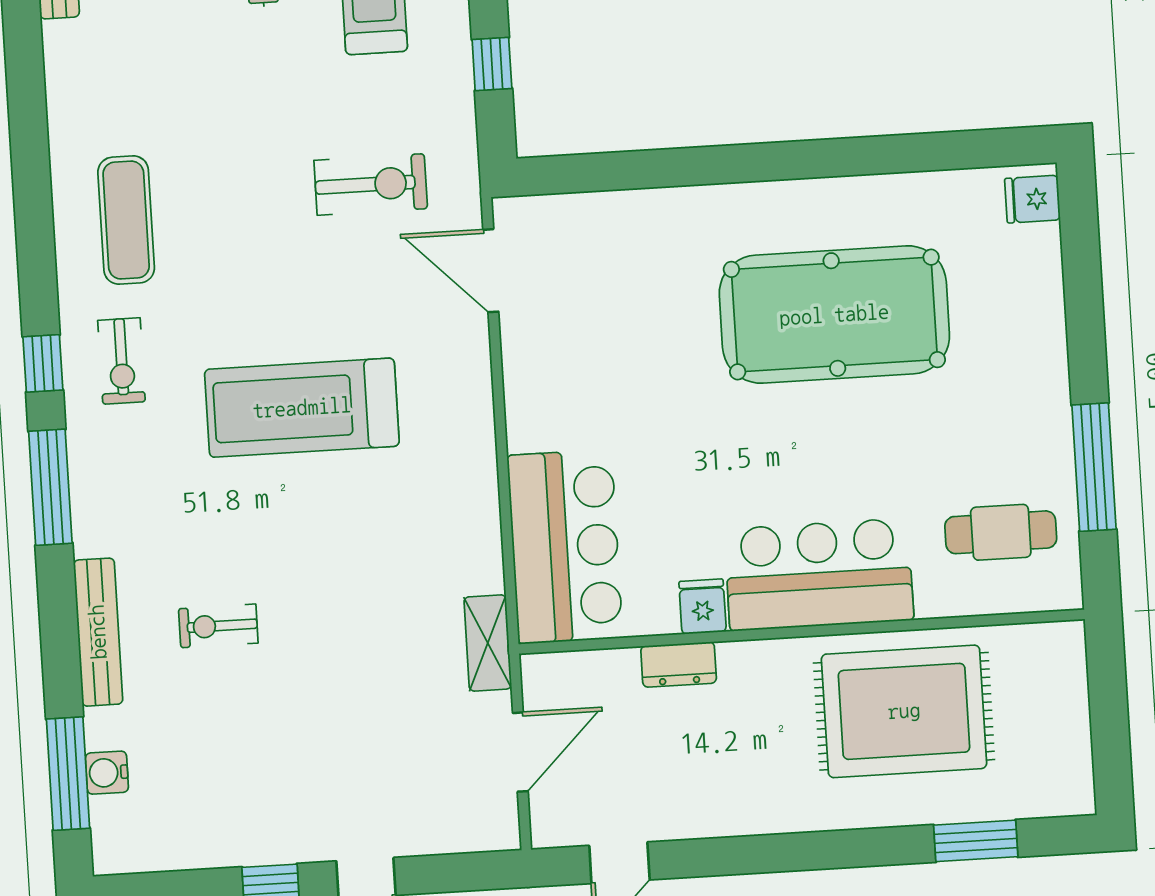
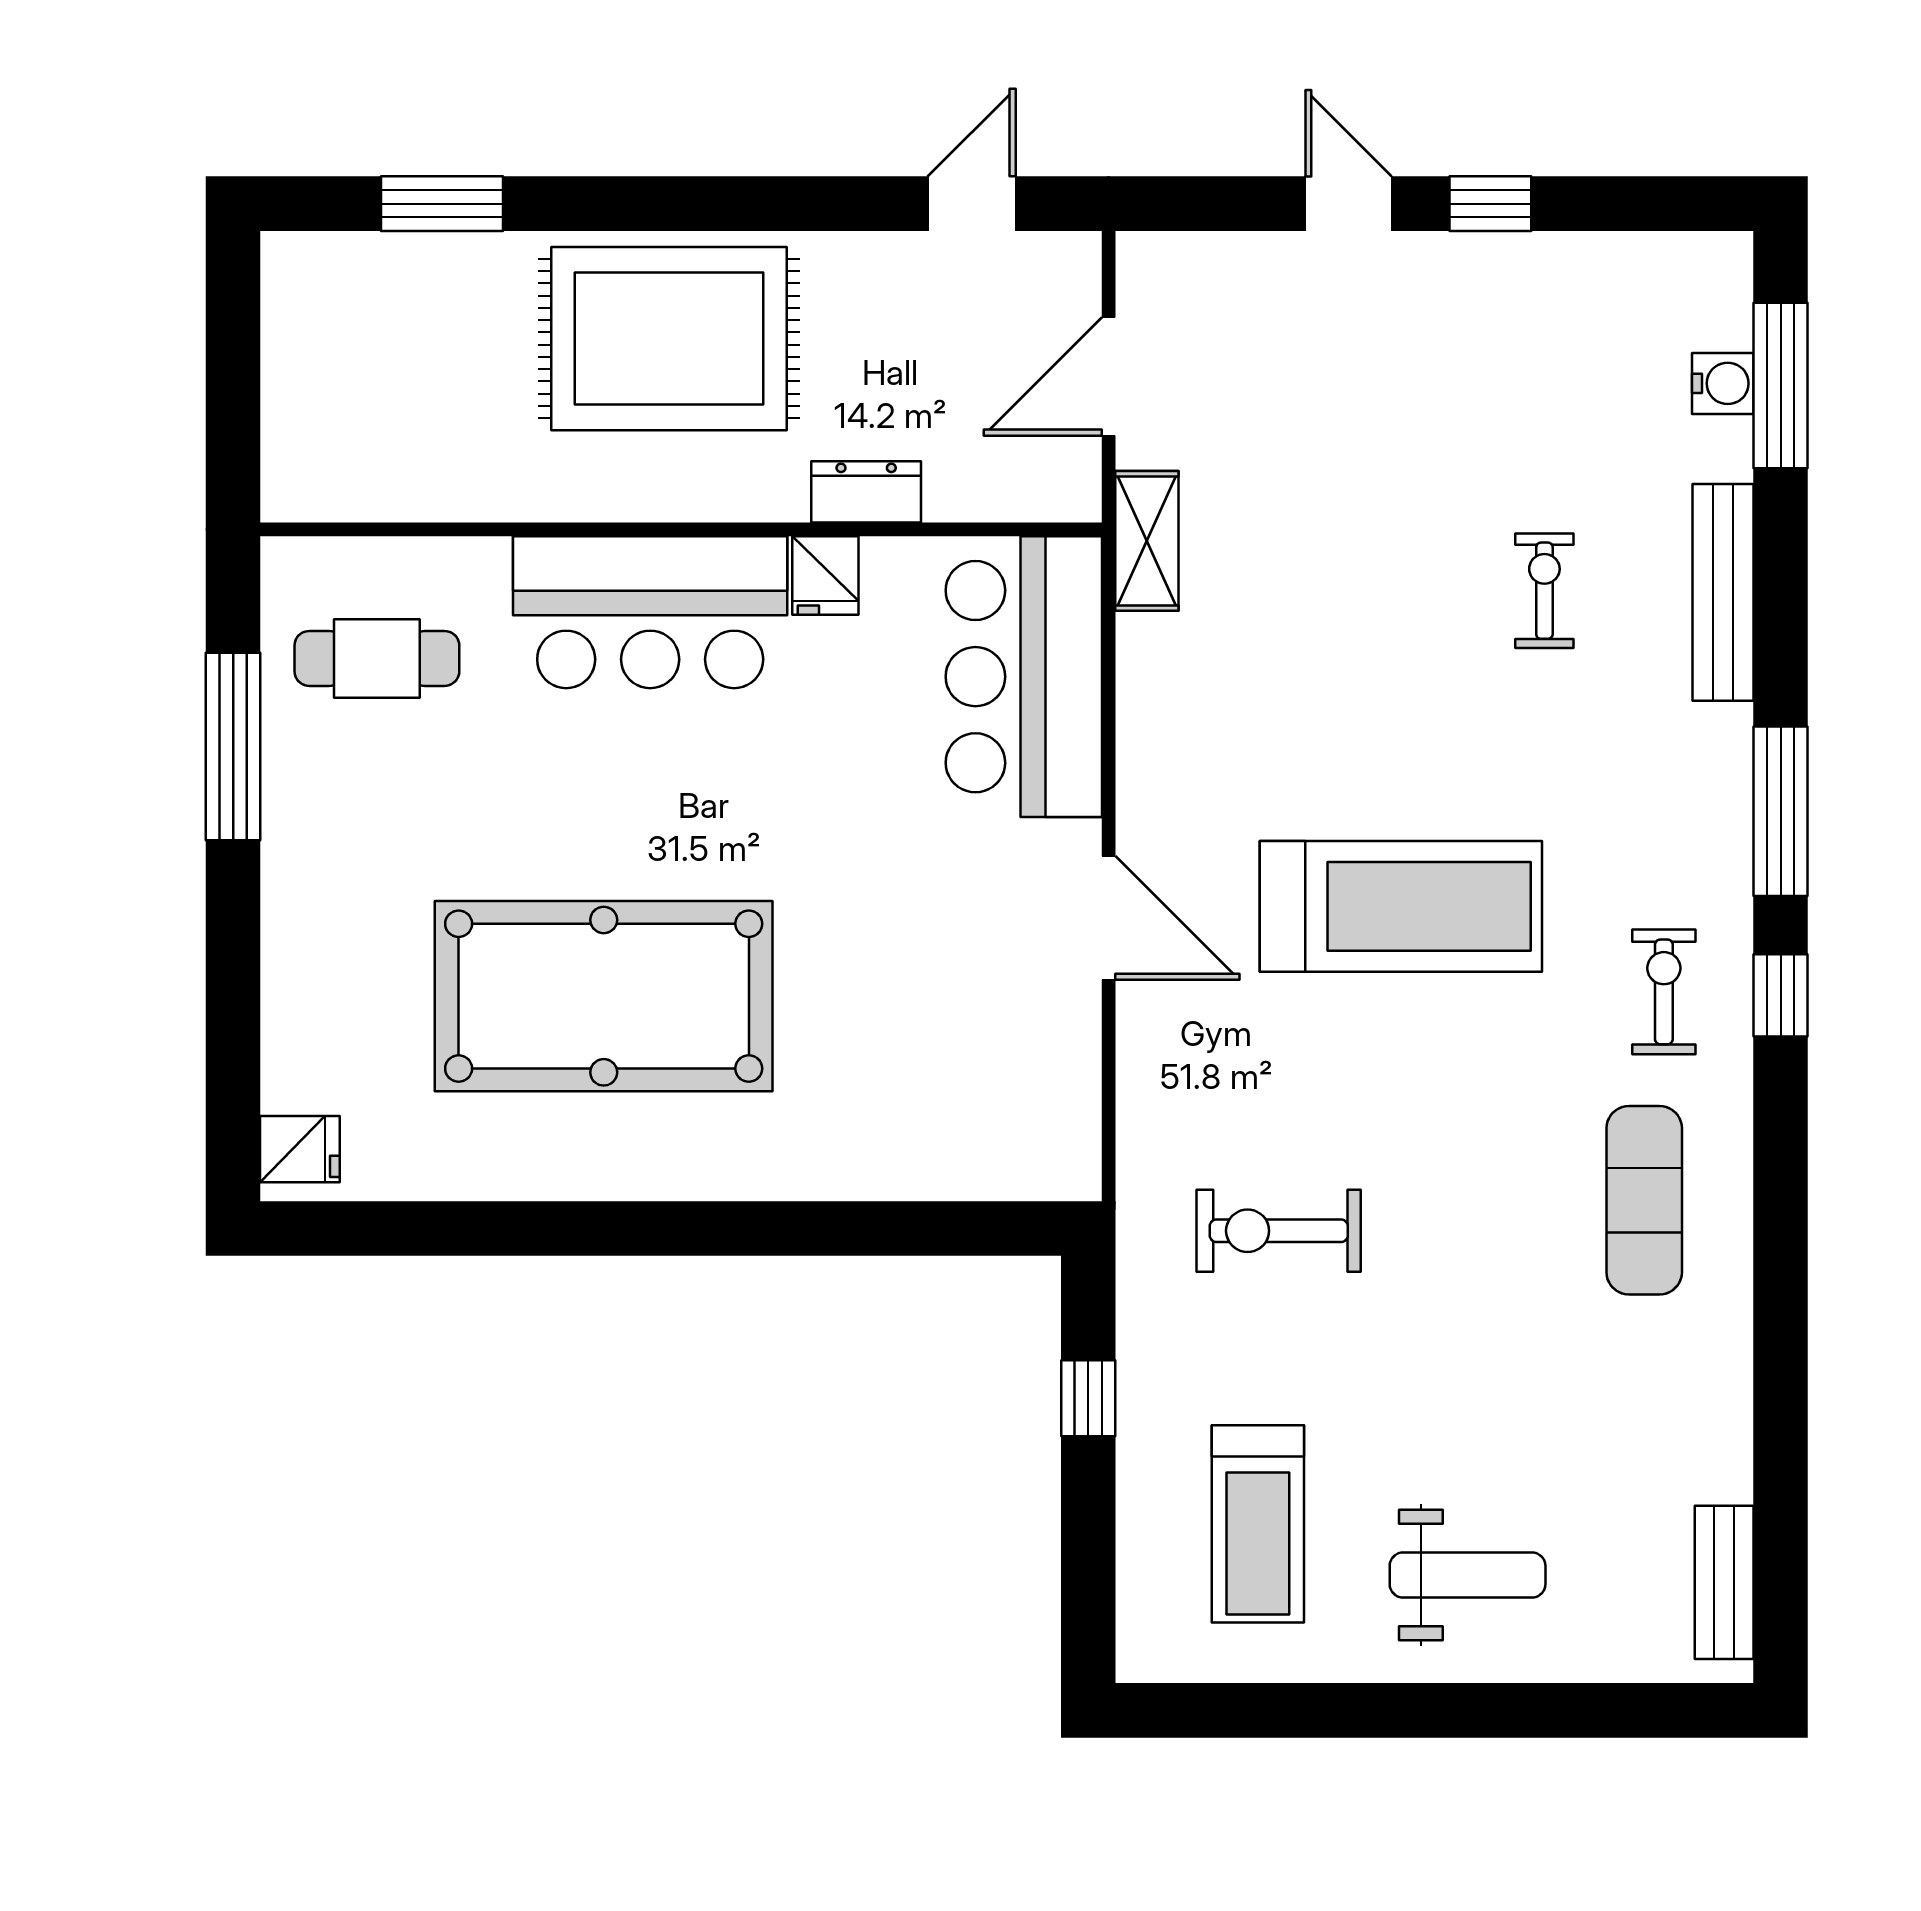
door: (491, 271) -> (1109, 918), moved
exercise bike: (218, 626) -> (1544, 591), turned -90
rug: (904, 711) -> (669, 339), moved

